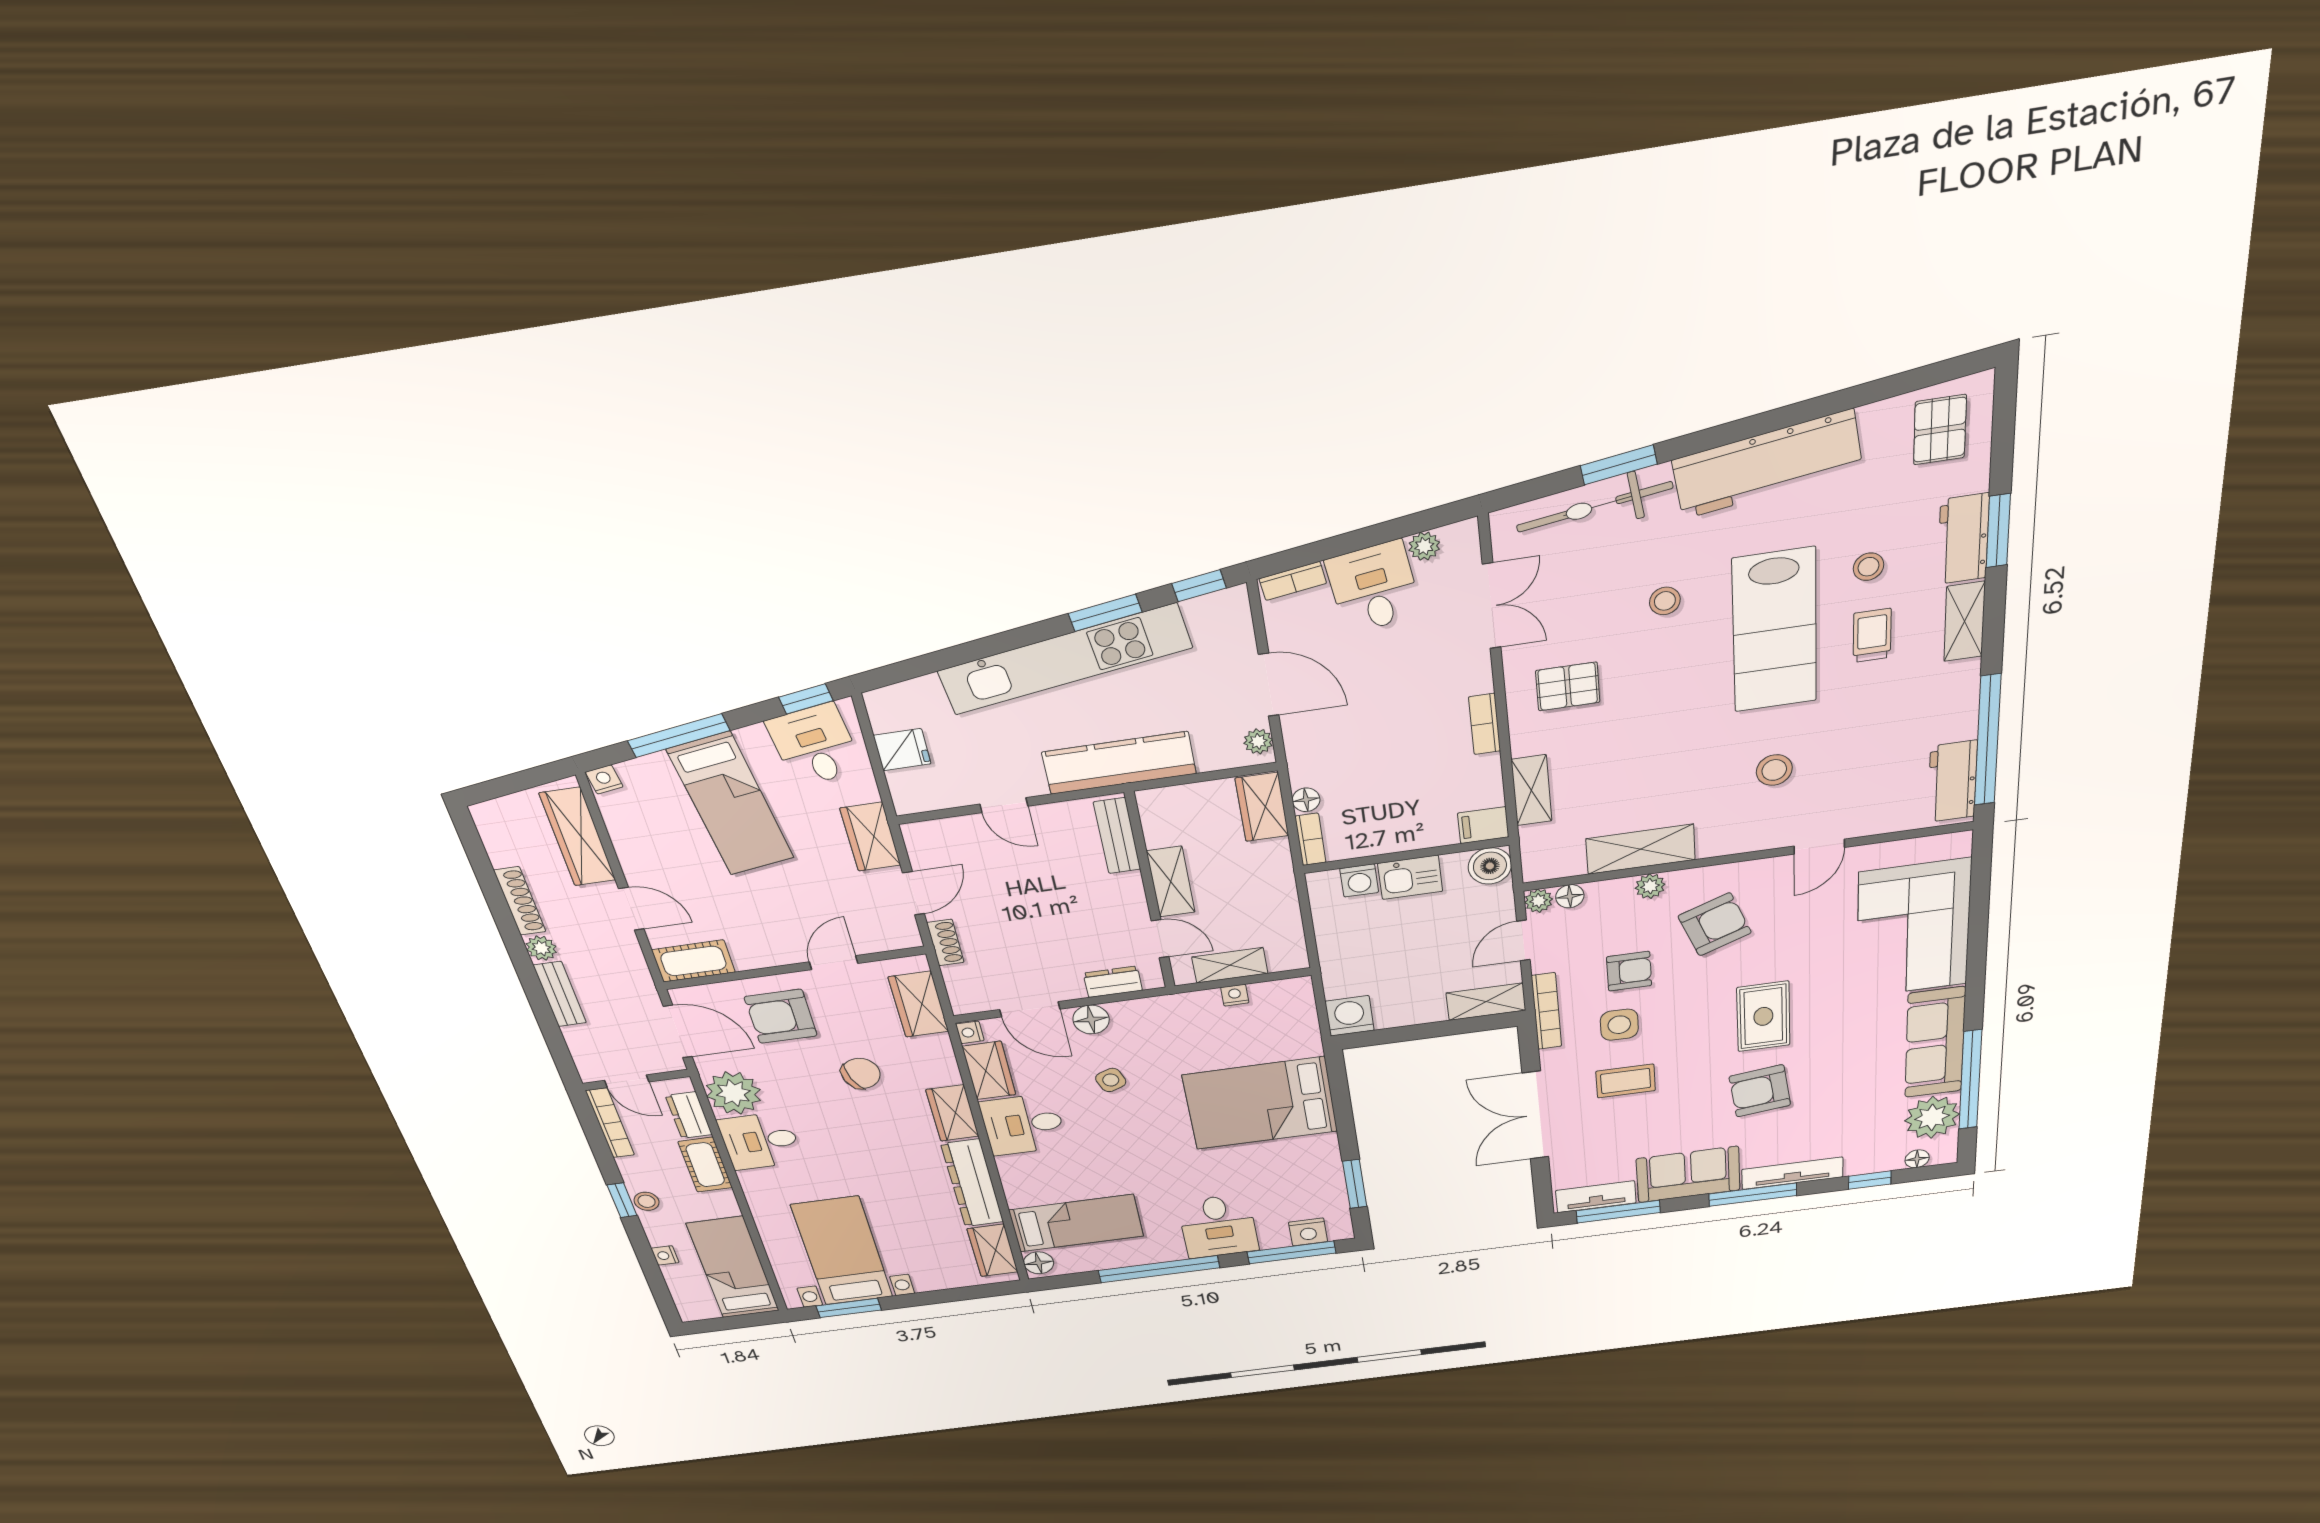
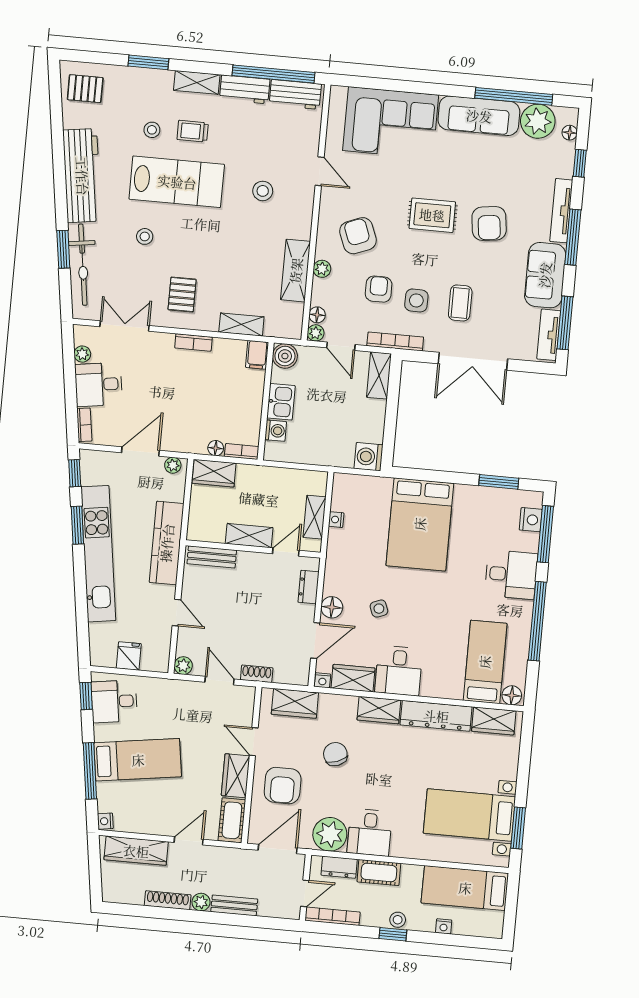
workbench: (1963, 539) -> (245, 89), moved
door: (1004, 805) -> (177, 613), hinge flipped
plant: (918, 835) -> (183, 666), added
wardrobe: (870, 837) -> (236, 776), moved, turned 90

